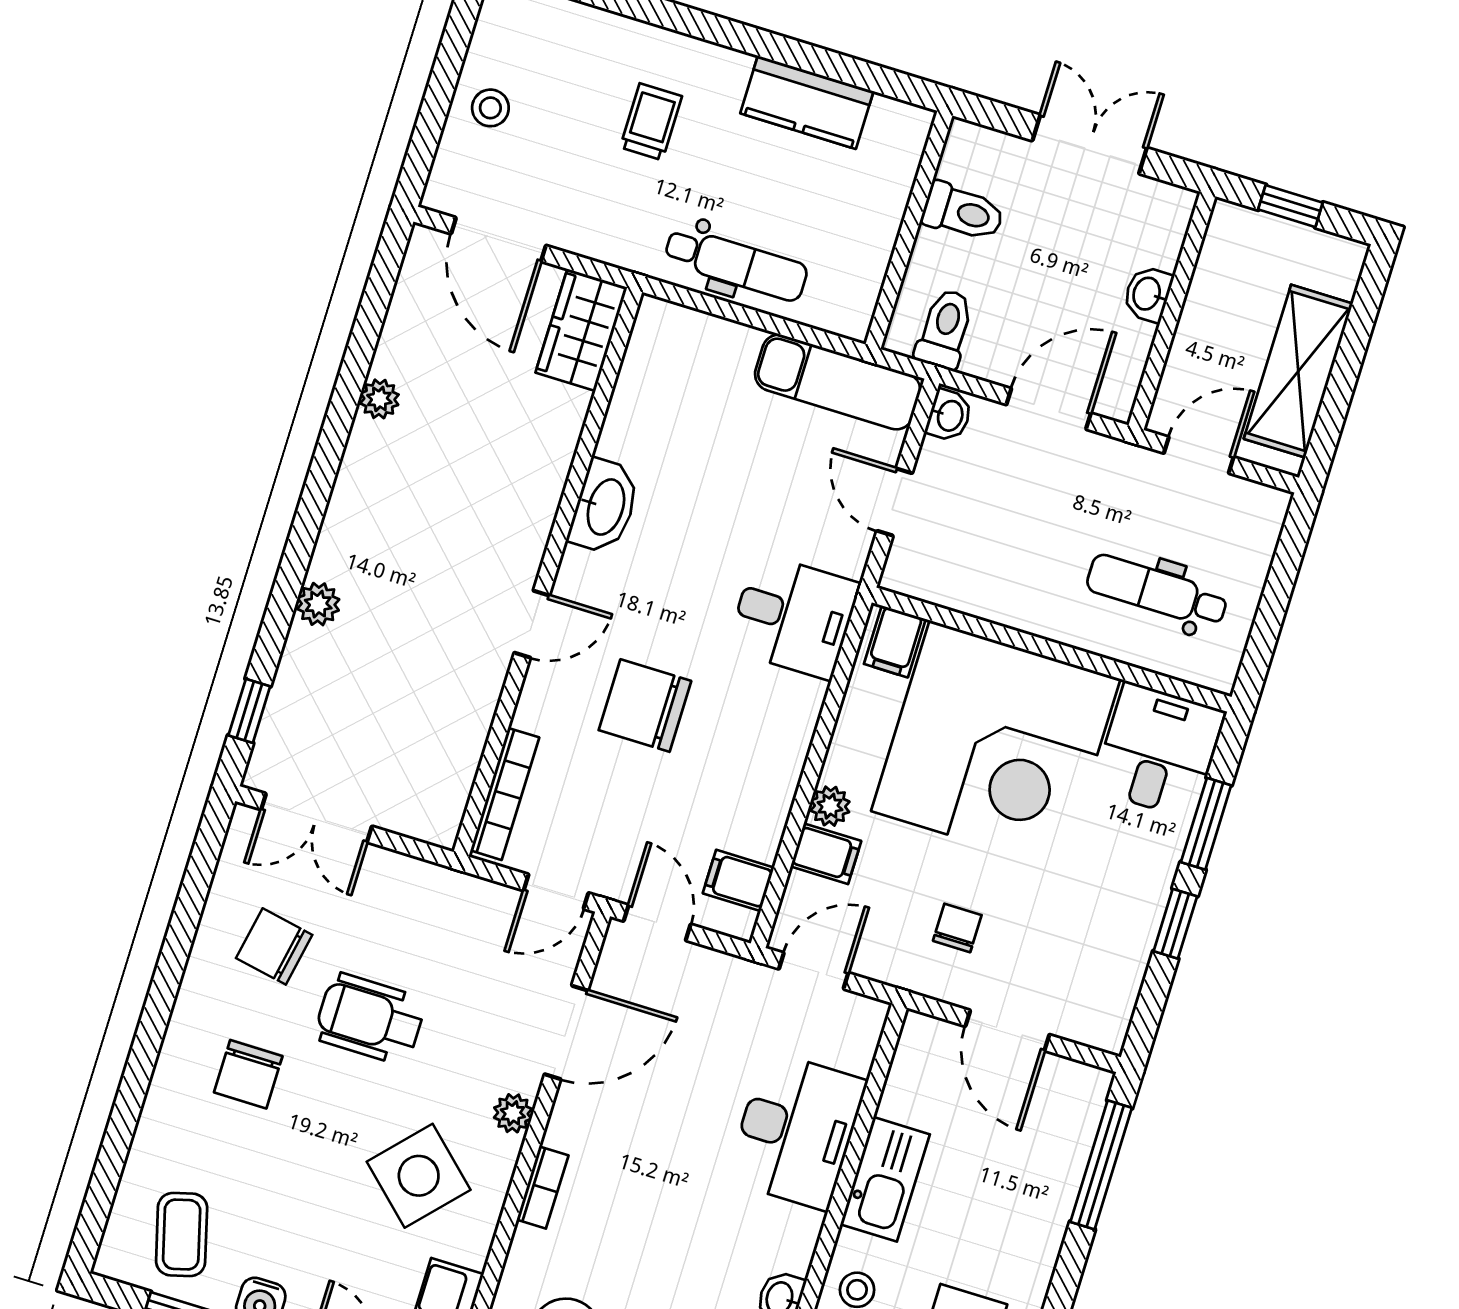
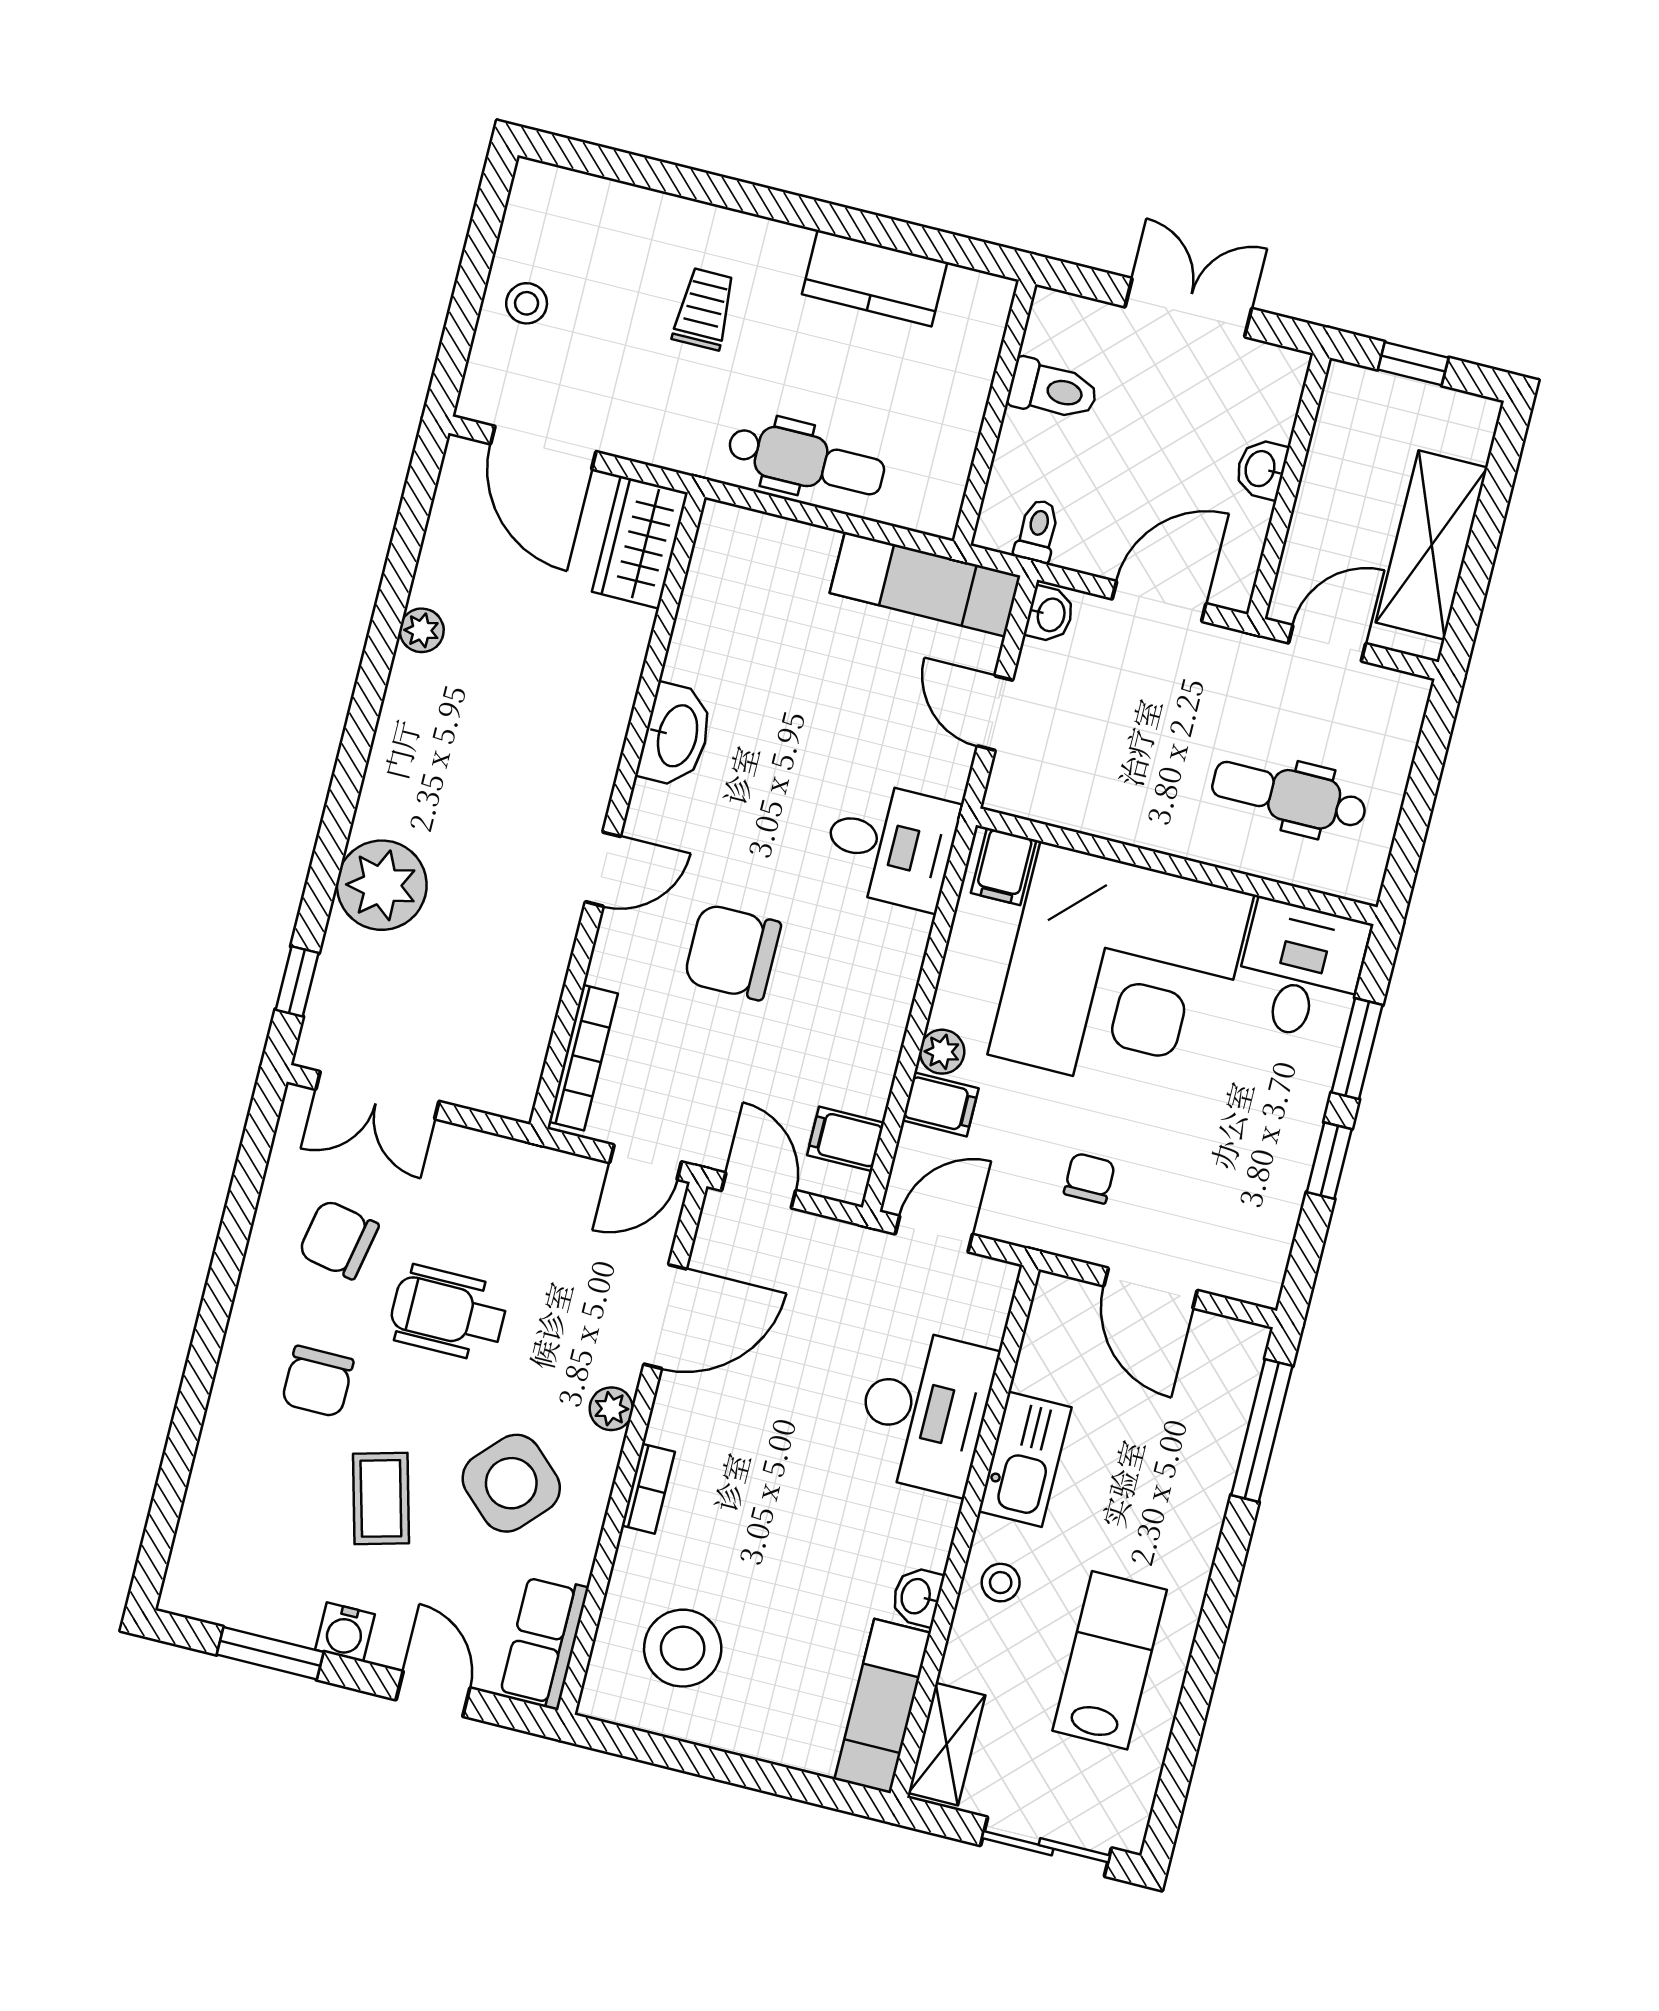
toilet: (945, 329) -> (1037, 531), width x0.73, depth x0.72
plant: (318, 604) -> (382, 885), width x1.87, depth x1.87
coffee table: (182, 1235) -> (381, 1498), moved

